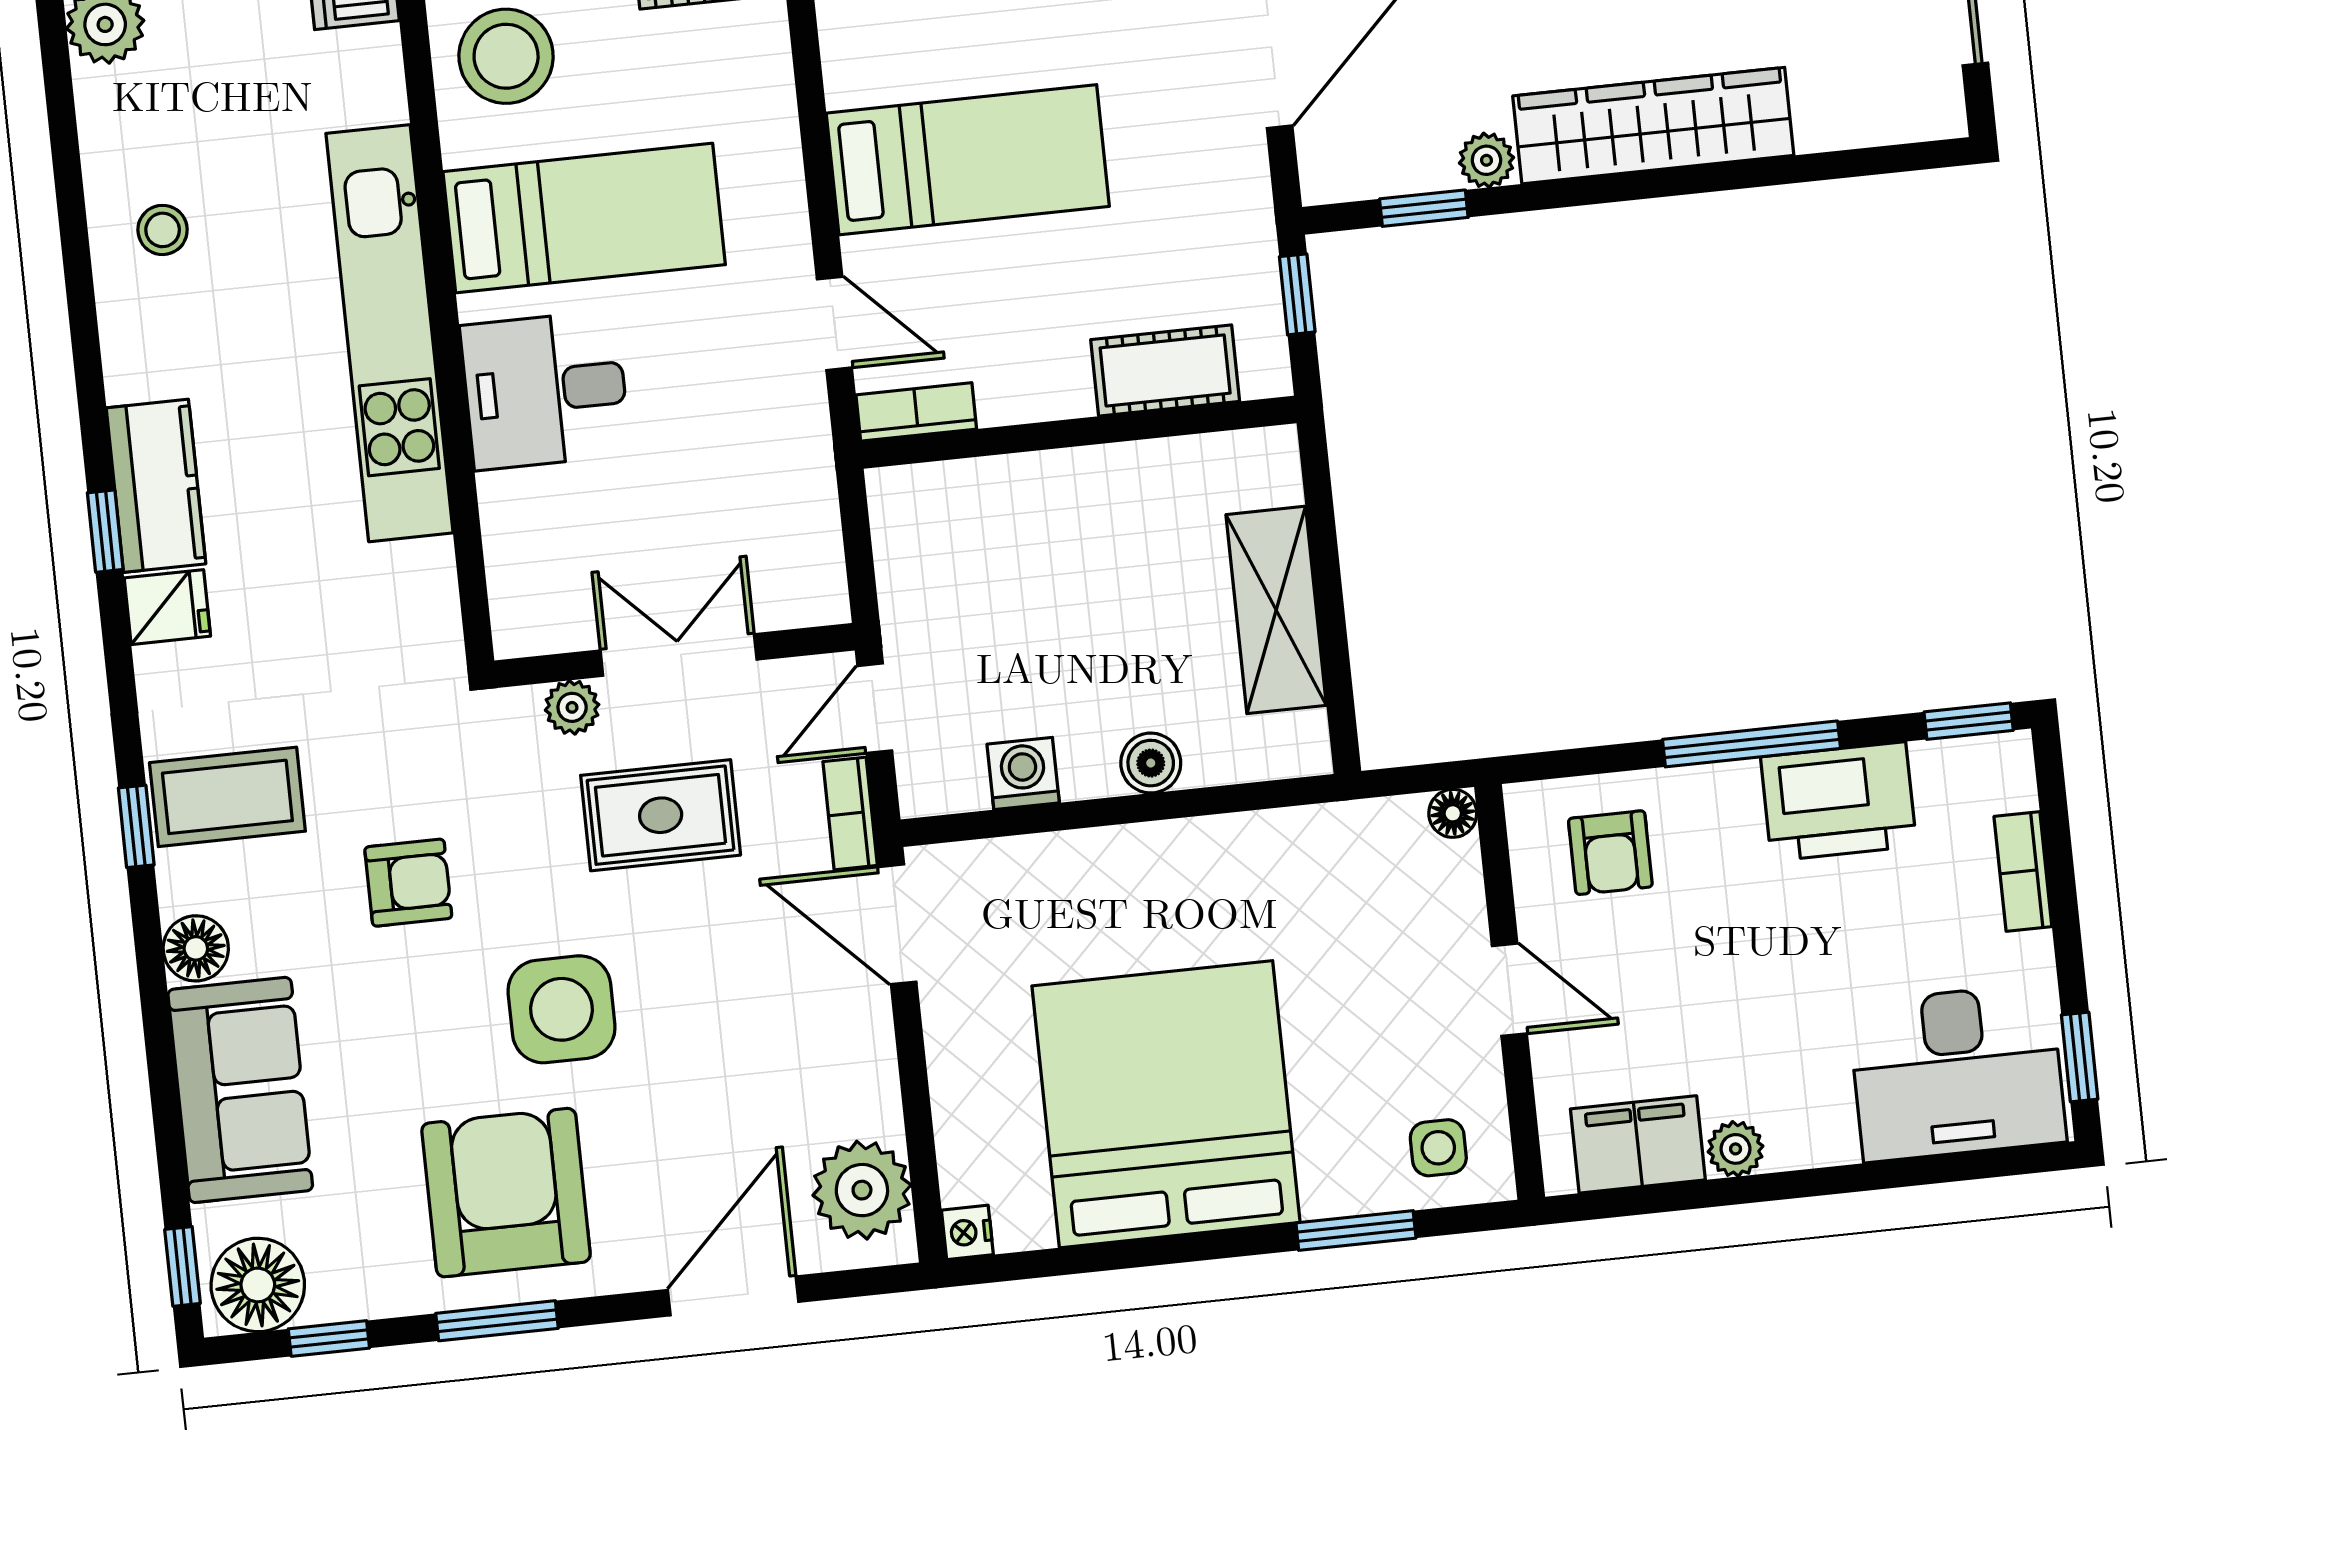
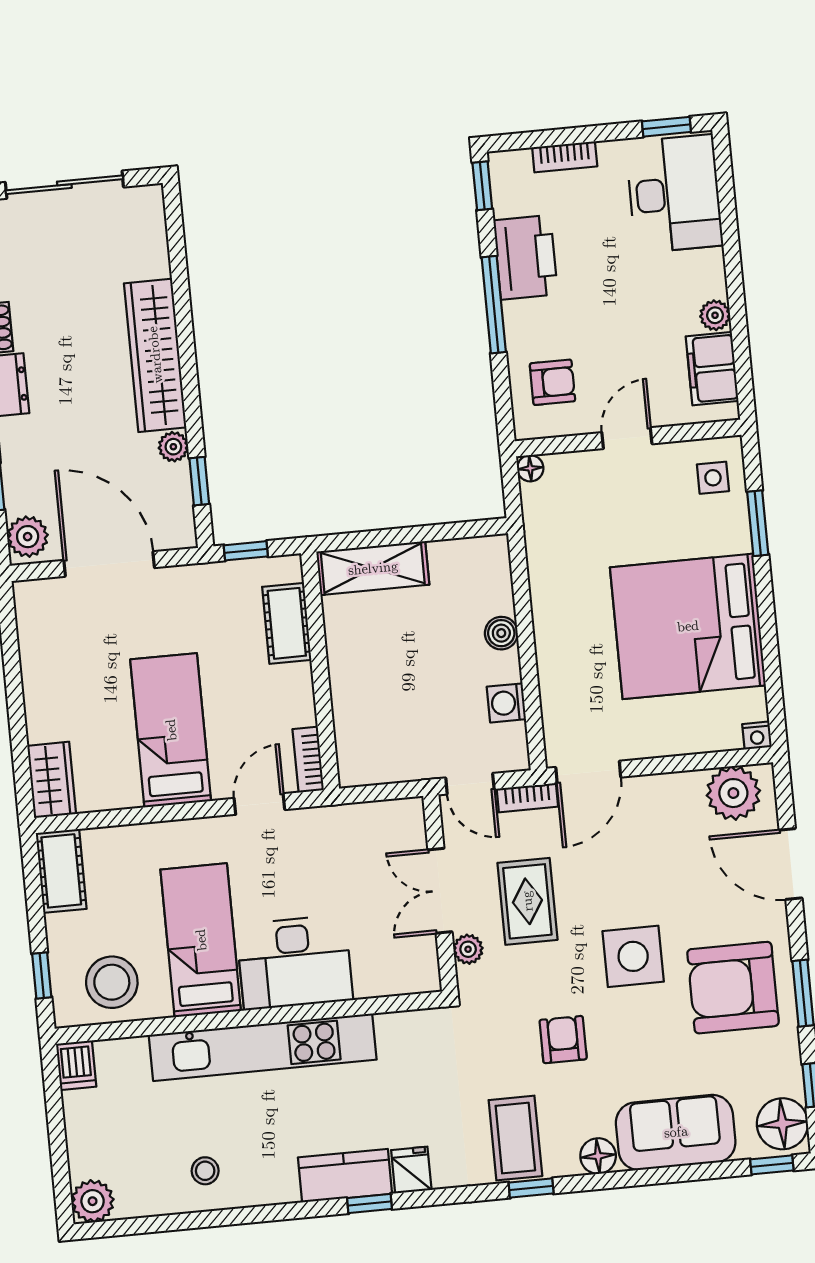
desk: (545, 390) -> (295, 962), width x1.37
shelving: (1276, 610) -> (373, 568), moved

